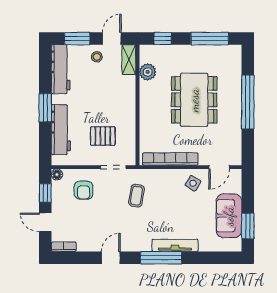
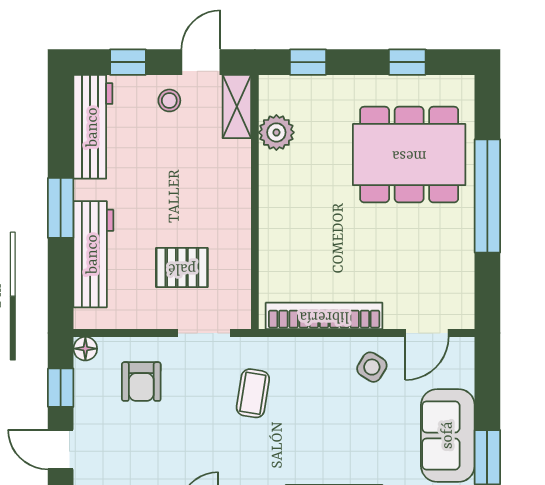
window: (77, 39) -> (128, 62), width x0.67
window: (210, 39) -> (407, 62), width x0.46
dining table: (194, 100) -> (409, 155), moved, turned 90

